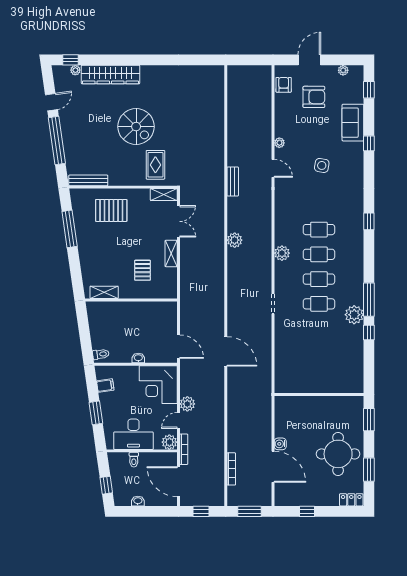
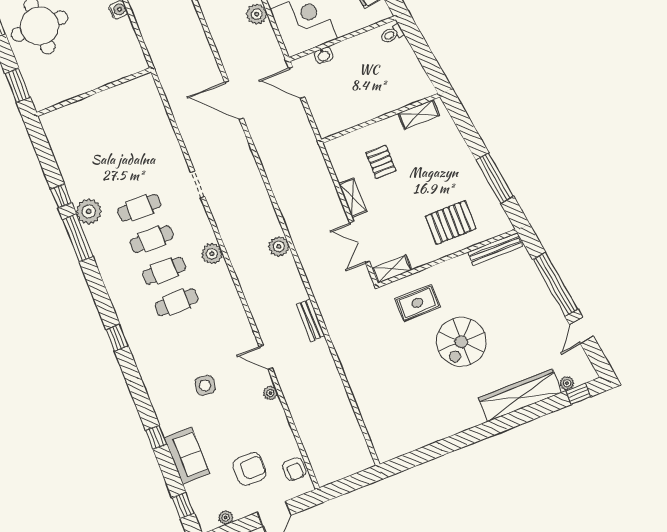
armchair: (314, 97) -> (250, 469), turned 180
spiral stairs: (136, 127) -> (461, 342), turned -90
rug: (155, 165) -> (417, 303), turned 90
washbasin: (138, 358) -> (324, 55), moved

